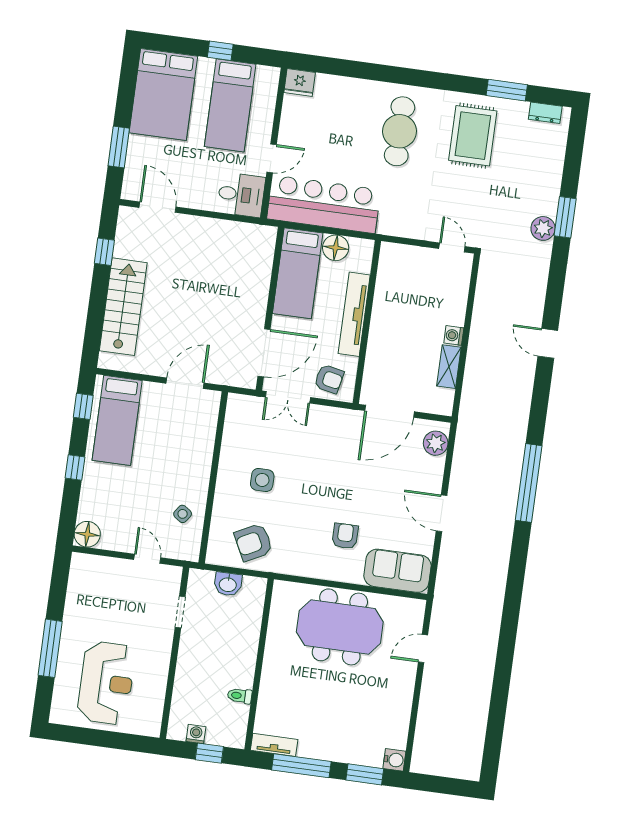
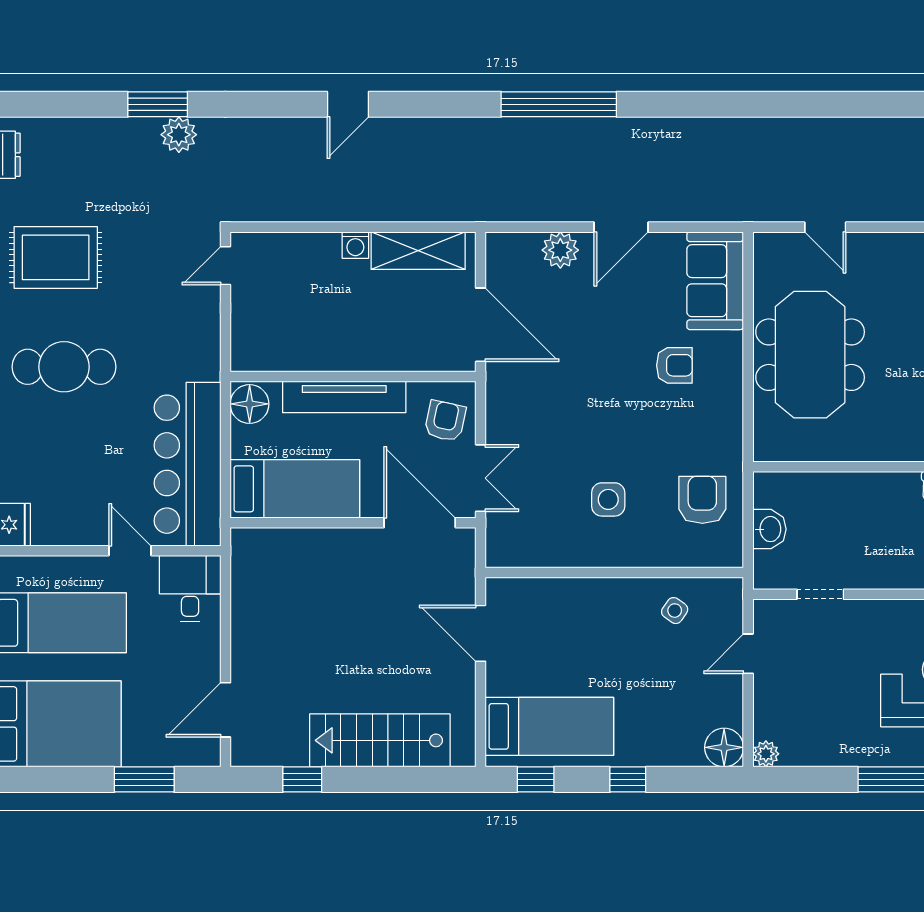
floor lamp: (336, 248) -> (250, 404), moved
shelving: (449, 367) -> (418, 251), width x1.50, depth x1.33
plant: (436, 443) -> (560, 250), moved
armchair: (345, 536) -> (674, 365), turned 180
armchair: (253, 542) -> (702, 500), turned -153
plant: (79, 561) -> (766, 754), added

